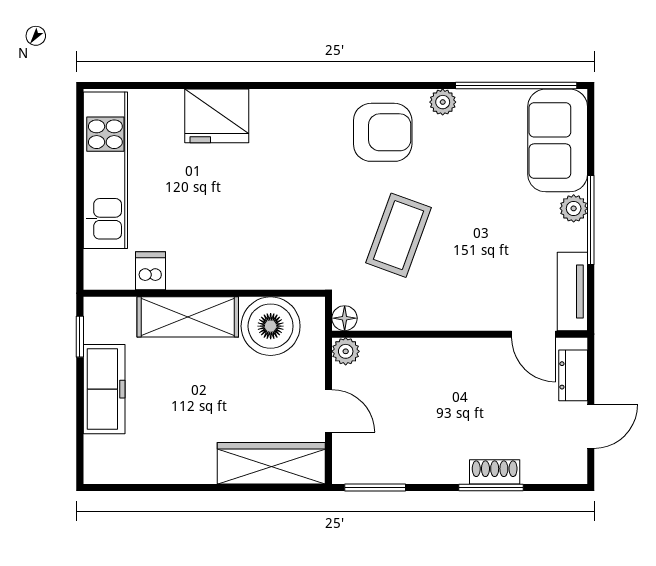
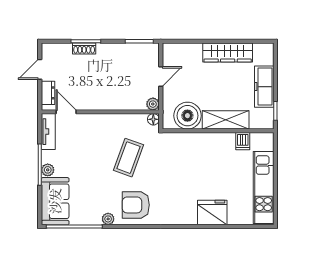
door: (329, 411) -> (161, 77), swing flipped
wardrobe: (271, 463) -> (228, 52), moved

